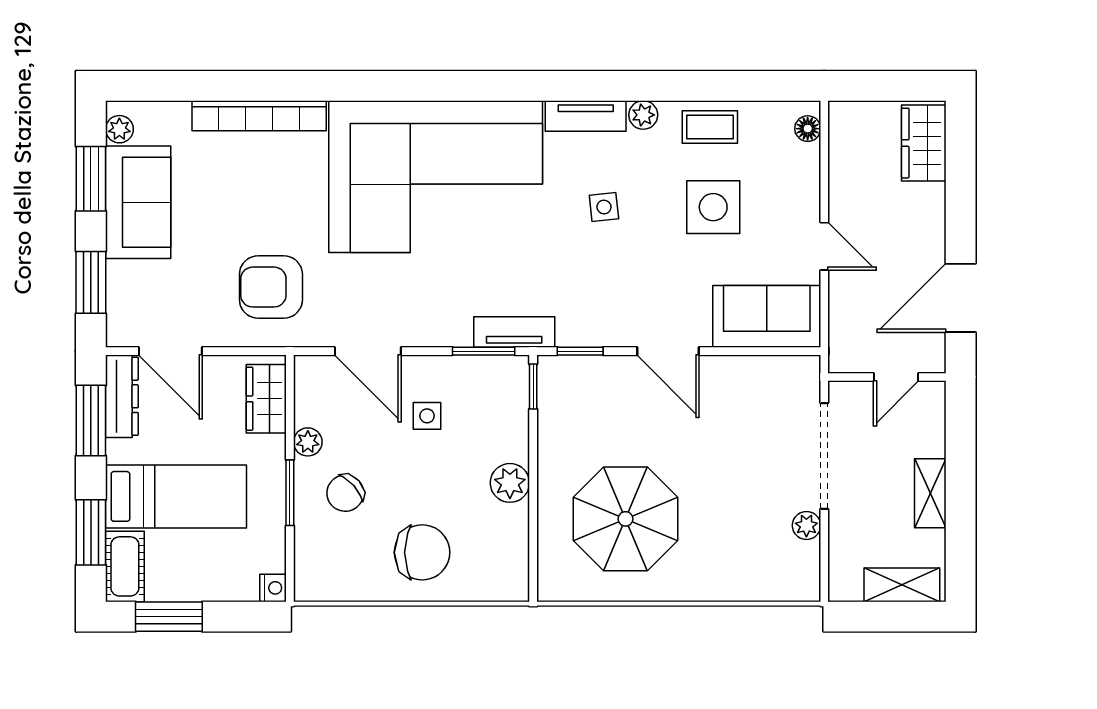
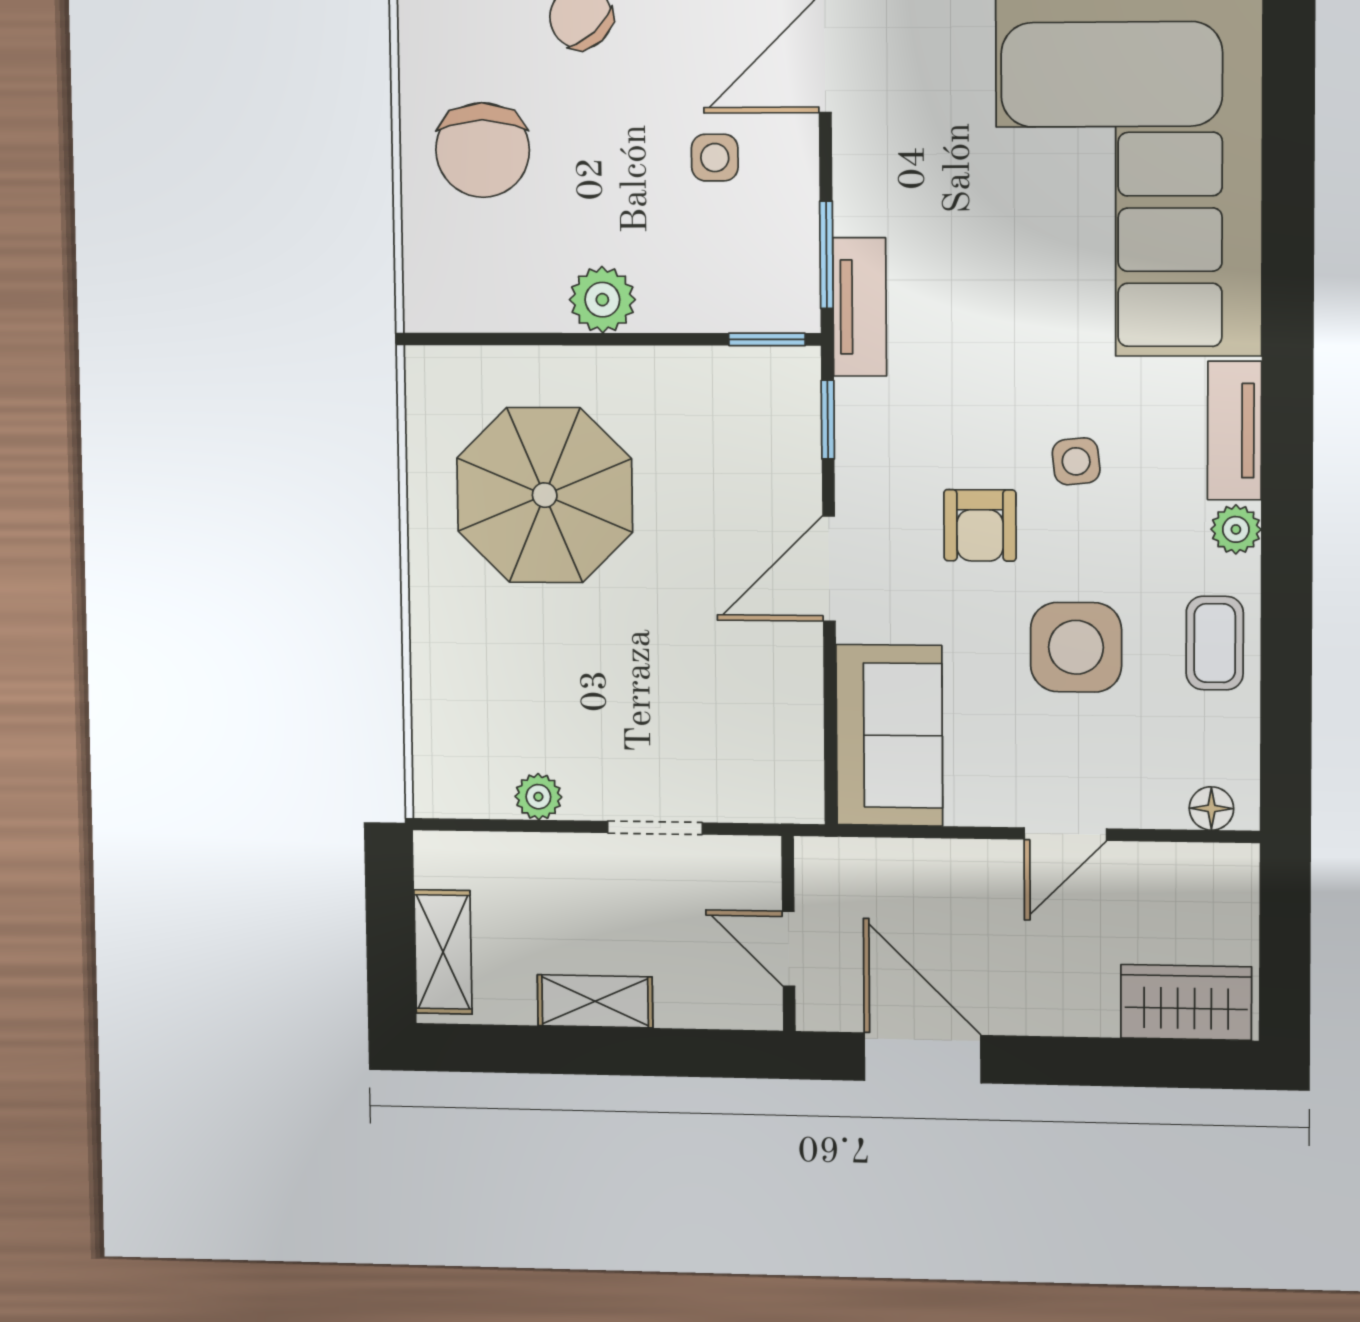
door: (824, 246) -> (1065, 834), moved
armchair: (642, 263) -> (980, 525), added
doorway: (824, 456) -> (655, 828), width x0.53

